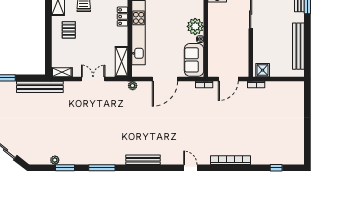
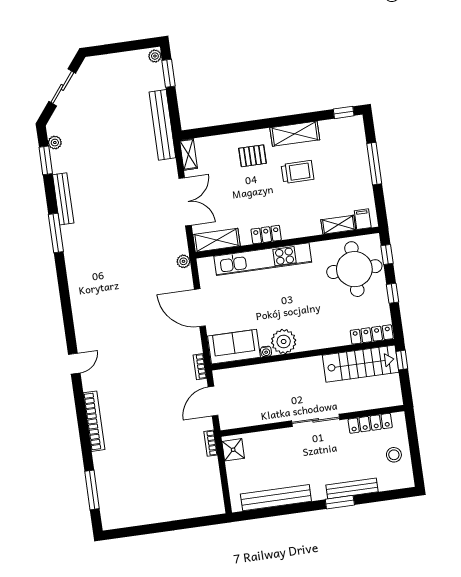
locker: (123, 17) -> (266, 235), moved
double door: (93, 79) -> (185, 202), width x1.37
door: (228, 79) -> (213, 401), hinge flipped
plant: (55, 160) -> (55, 143), moved
bench: (143, 160) -> (63, 199), moved
window: (65, 168) -> (46, 160), moved
window: (276, 168) -> (92, 490), width x2.17

